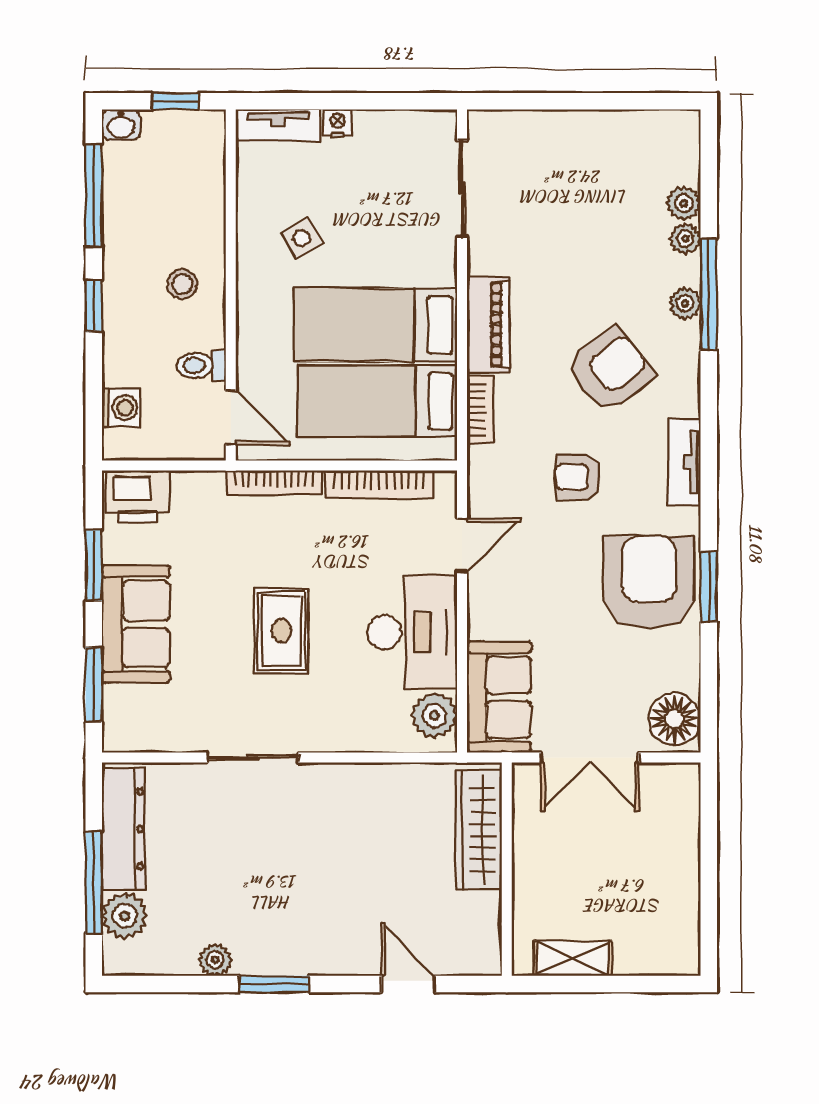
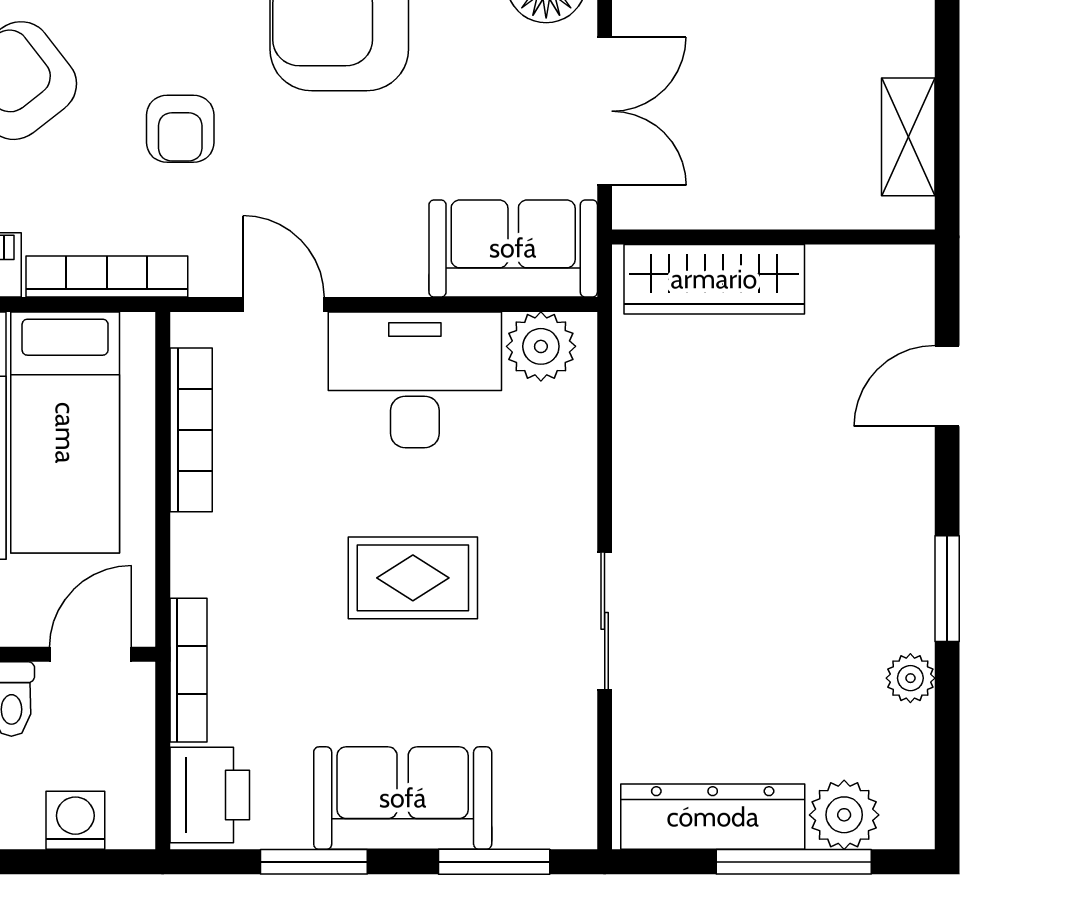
bookcase: (481, 409) -> (107, 276), width x1.56
bookcase: (274, 483) -> (189, 670), moved

